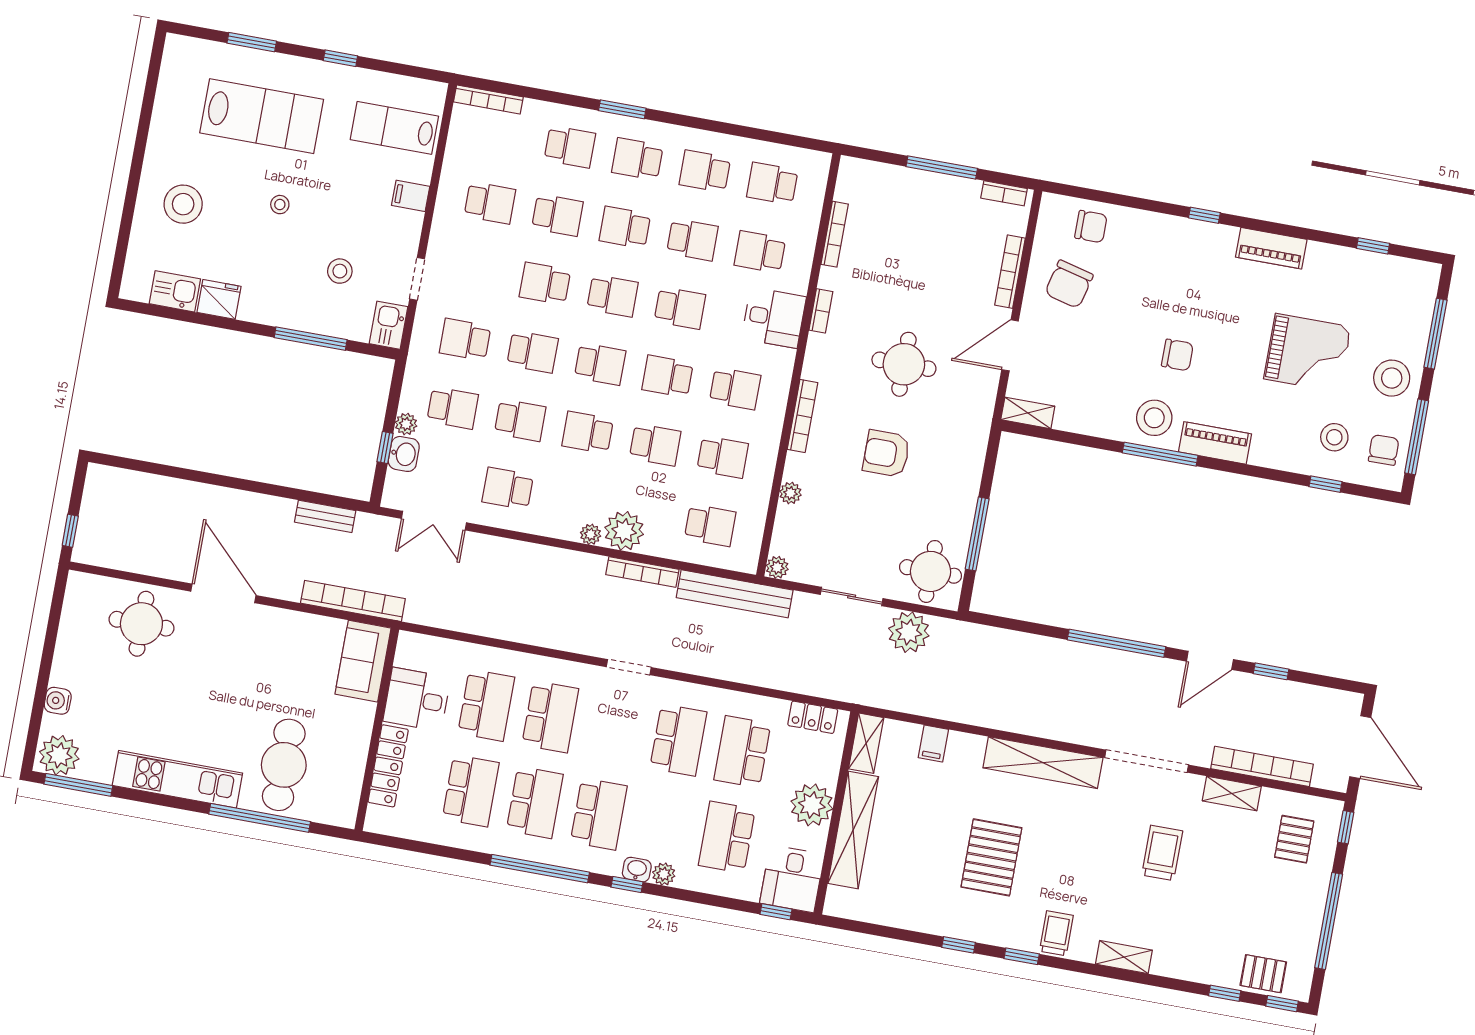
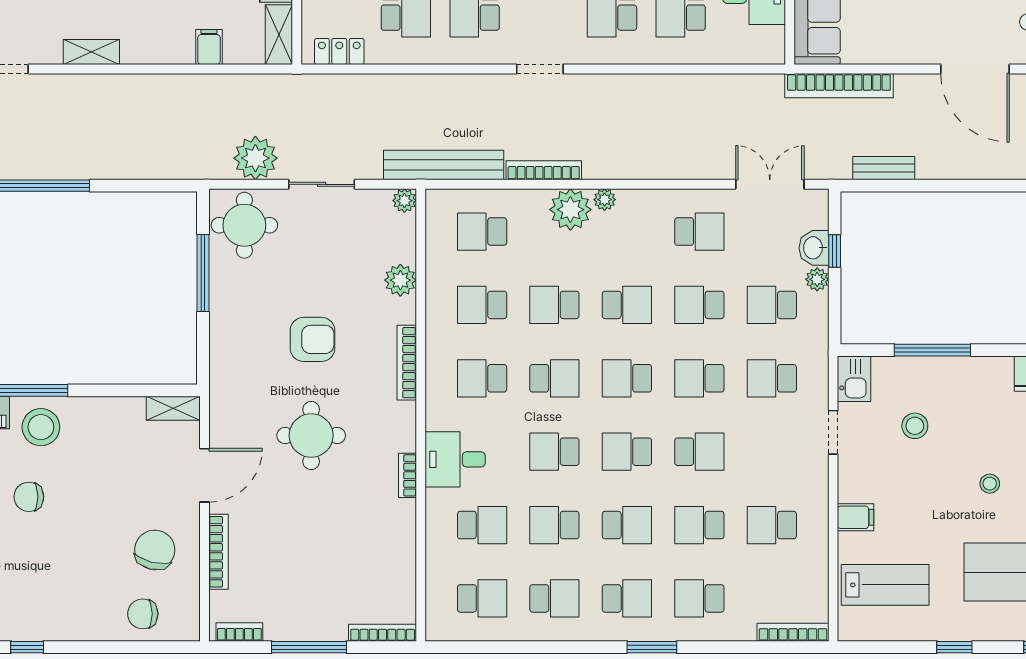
bookcase: (835, 234) -> (383, 633), moved, turned 90
school desk: (465, 340) -> (772, 378), turned 180
plant: (790, 493) -> (400, 280), width x1.38, depth x1.38
shelving: (1043, 763) -> (91, 52), width x0.45, depth x0.75

